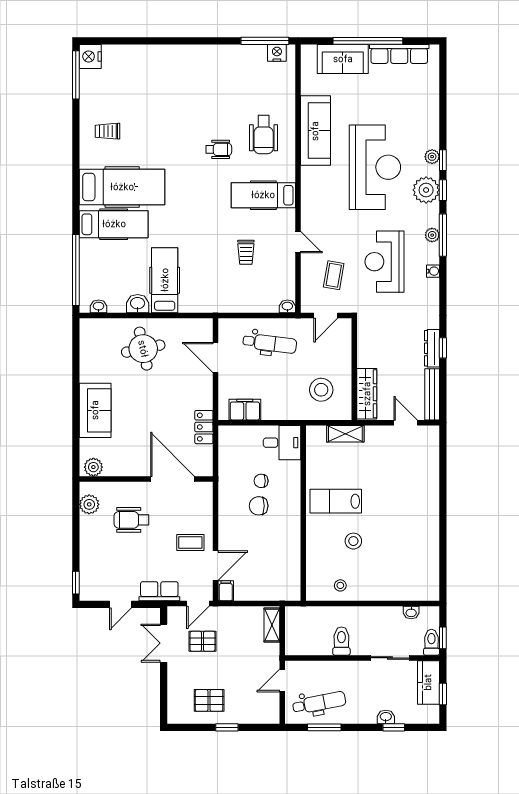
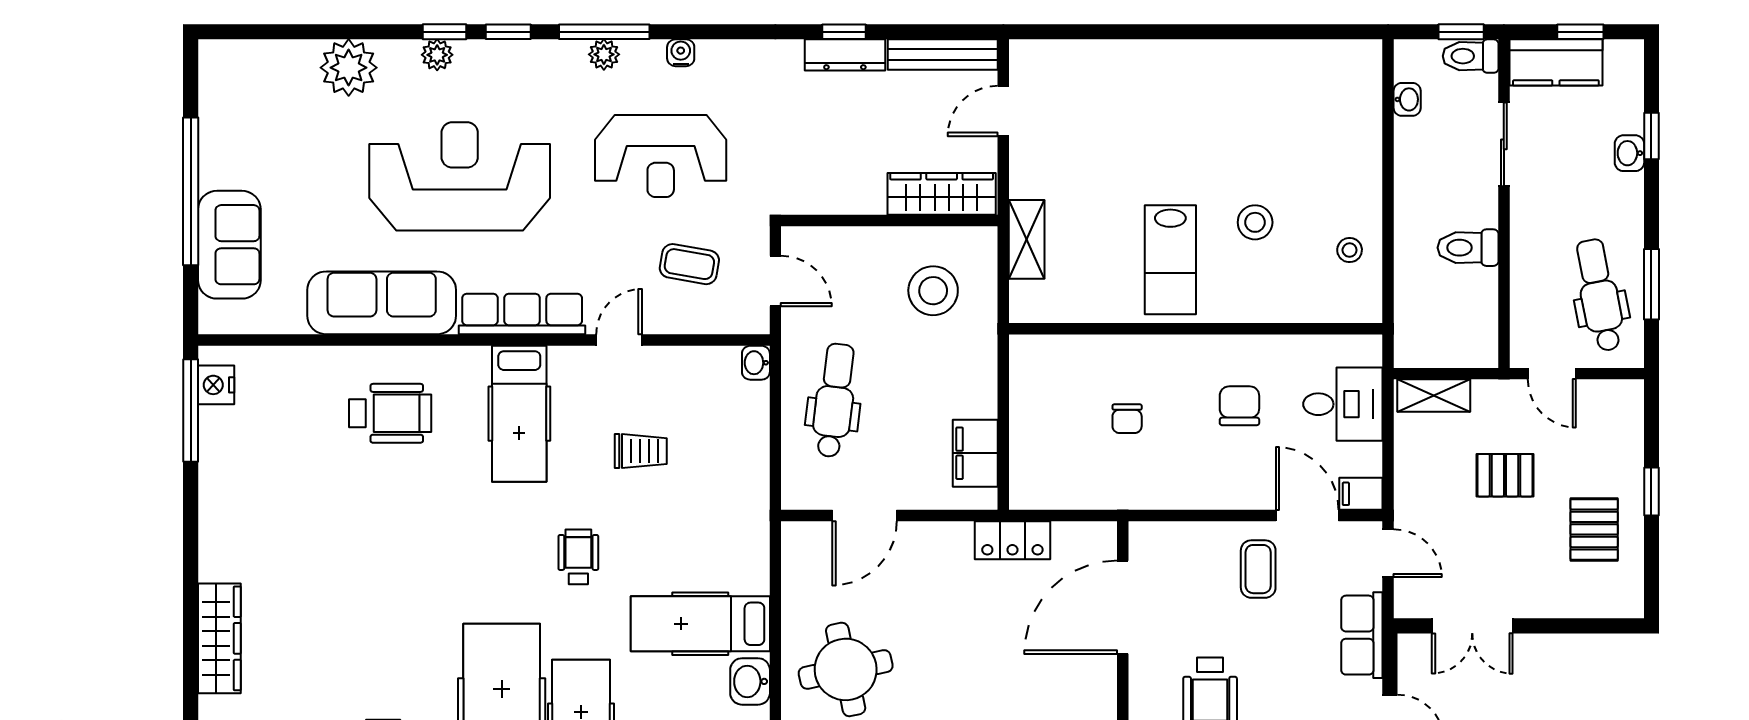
wardrobe: (158, 54) -> (219, 638), added
row of seats: (399, 54) -> (522, 314), moved, turned -90
wheelchair: (219, 149) -> (578, 557), moved
plant: (426, 190) -> (349, 68), moved
desk: (282, 443) -> (1343, 404), moved, turned 90
chair: (259, 506) -> (1239, 406), moved, turned 180
pallet: (202, 641) -> (1505, 475), moved, turned 90

